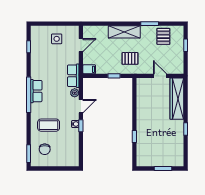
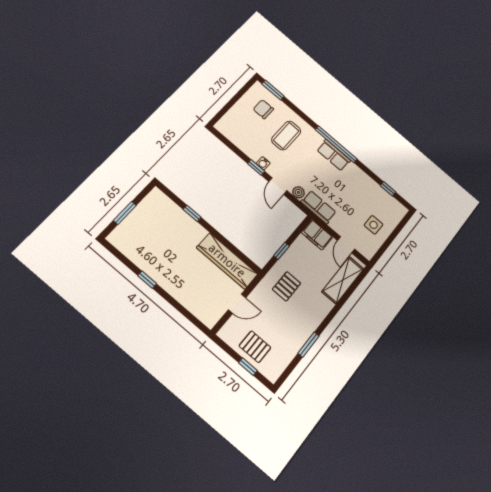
shelving: (124, 32) -> (343, 280), moved
pallet: (163, 36) -> (255, 347), moved
filing cabinet: (89, 69) -> (317, 235), width x2.00
wardrobe: (177, 99) -> (227, 261), moved, turned 180

